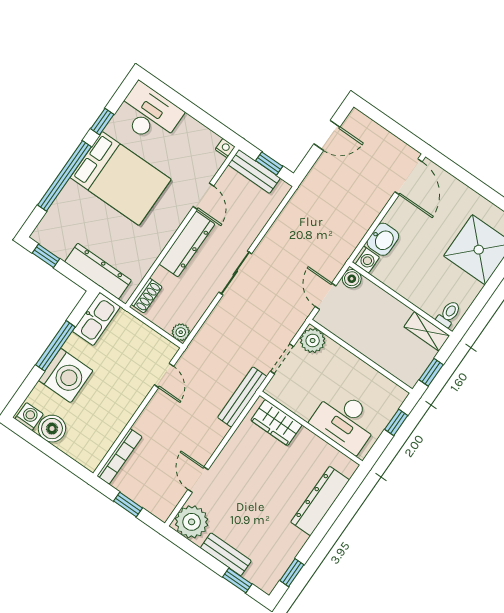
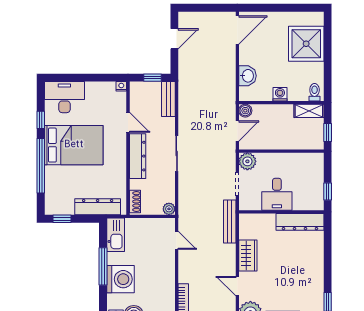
bench: (254, 171) -> (168, 99), moved, turned 90
door: (409, 177) -> (237, 30), hinge flipped
washing machine: (366, 260) -> (280, 94), moved, turned -90
door: (326, 296) -> (237, 131), swing flipped
desk: (345, 421) -> (277, 194), moved, width x0.73
window: (396, 422) -> (328, 191), moved
wardrobe: (276, 423) -> (248, 256), moved, turned -90
dresser: (320, 501) -> (300, 222), moved, turned -90

